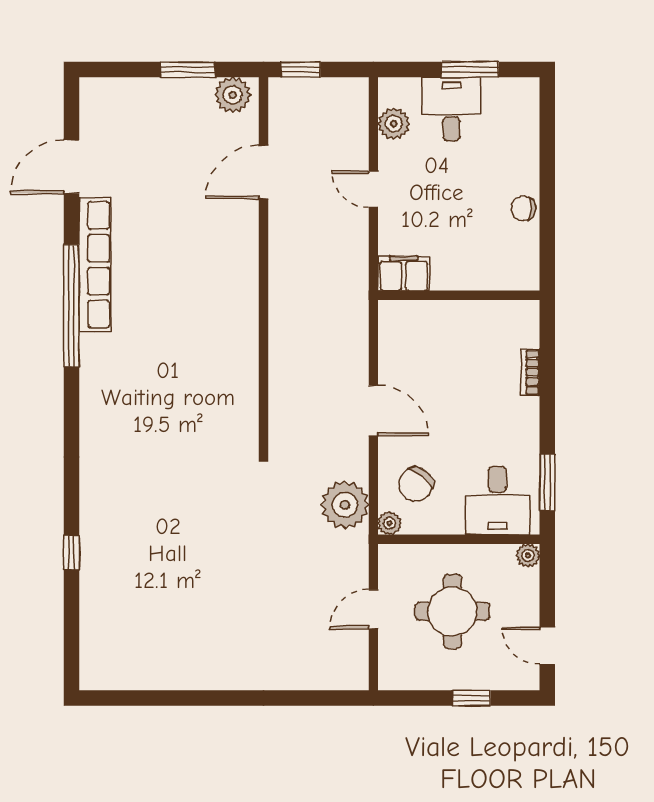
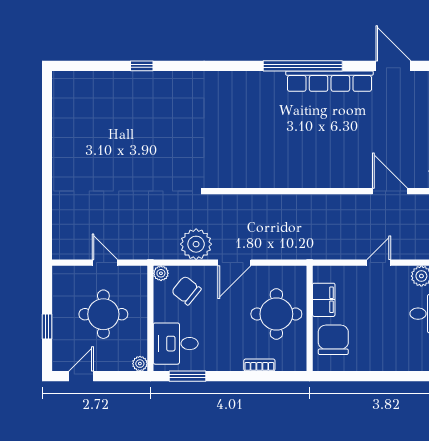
chair: (523, 209) -> (333, 340), moved, width x1.87, depth x1.87
filing cabinet: (404, 274) -> (324, 300), moved
round table: (452, 346) -> (276, 314), added
plant: (345, 505) -> (196, 244), moved

